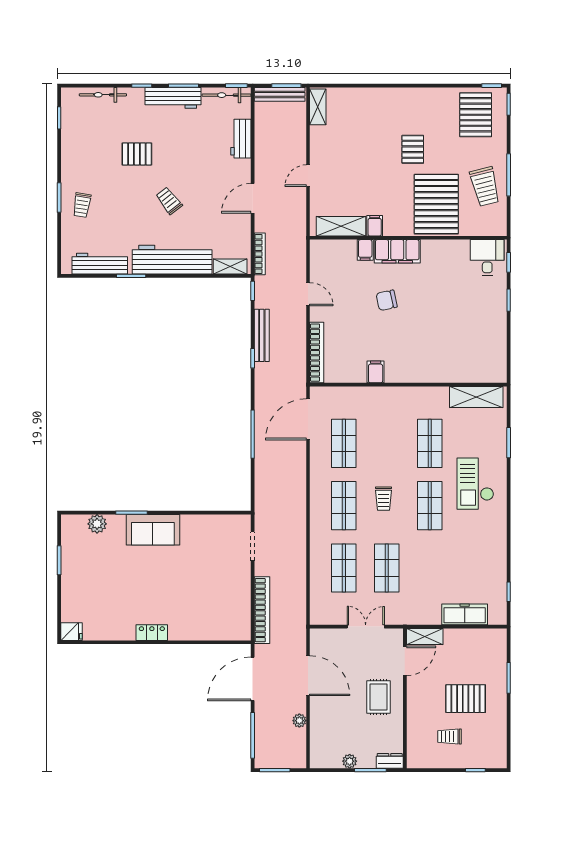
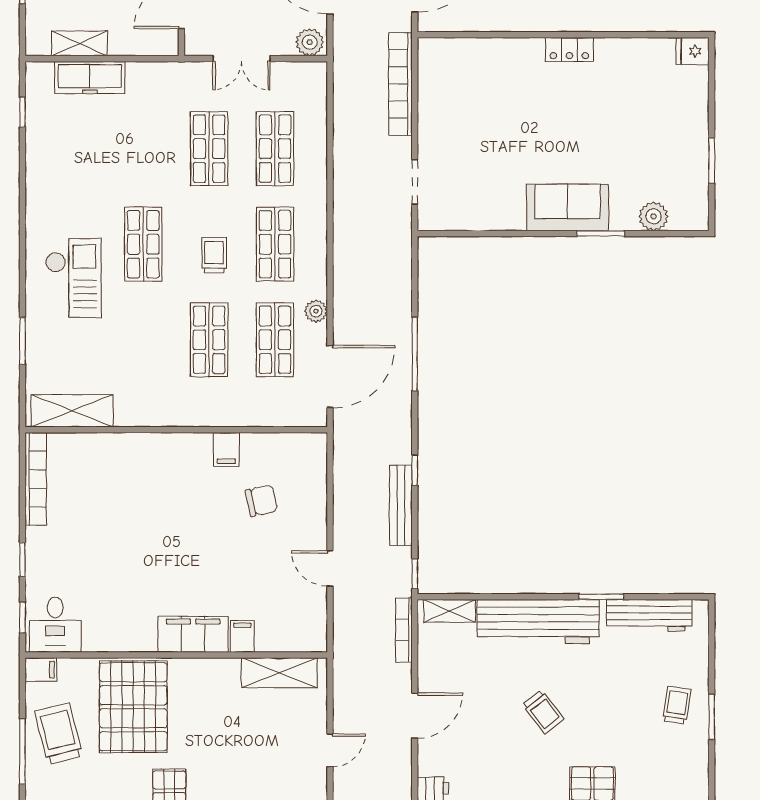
filing cabinet: (375, 226) -> (41, 670), moved, turned -90
chair: (387, 300) -> (261, 501), moved
bookcase: (317, 353) -> (36, 479), moved, turned 180
shop shelf: (430, 443) -> (209, 340), moved
plant: (317, 462) -> (316, 311), added
plant: (321, 637) -> (310, 42), added
shelving: (425, 637) -> (79, 43), moved

